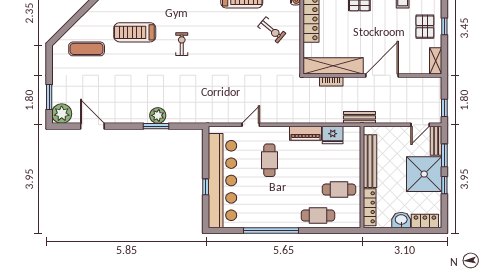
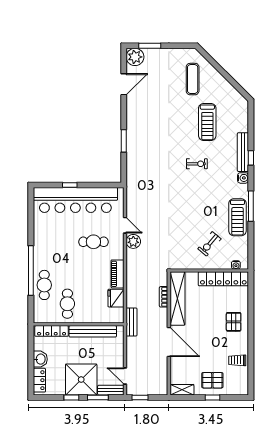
treadmill: (135, 32) -> (207, 122), turned 180
plant: (158, 115) -> (133, 241), moved
window: (271, 230) -> (31, 270), moved

